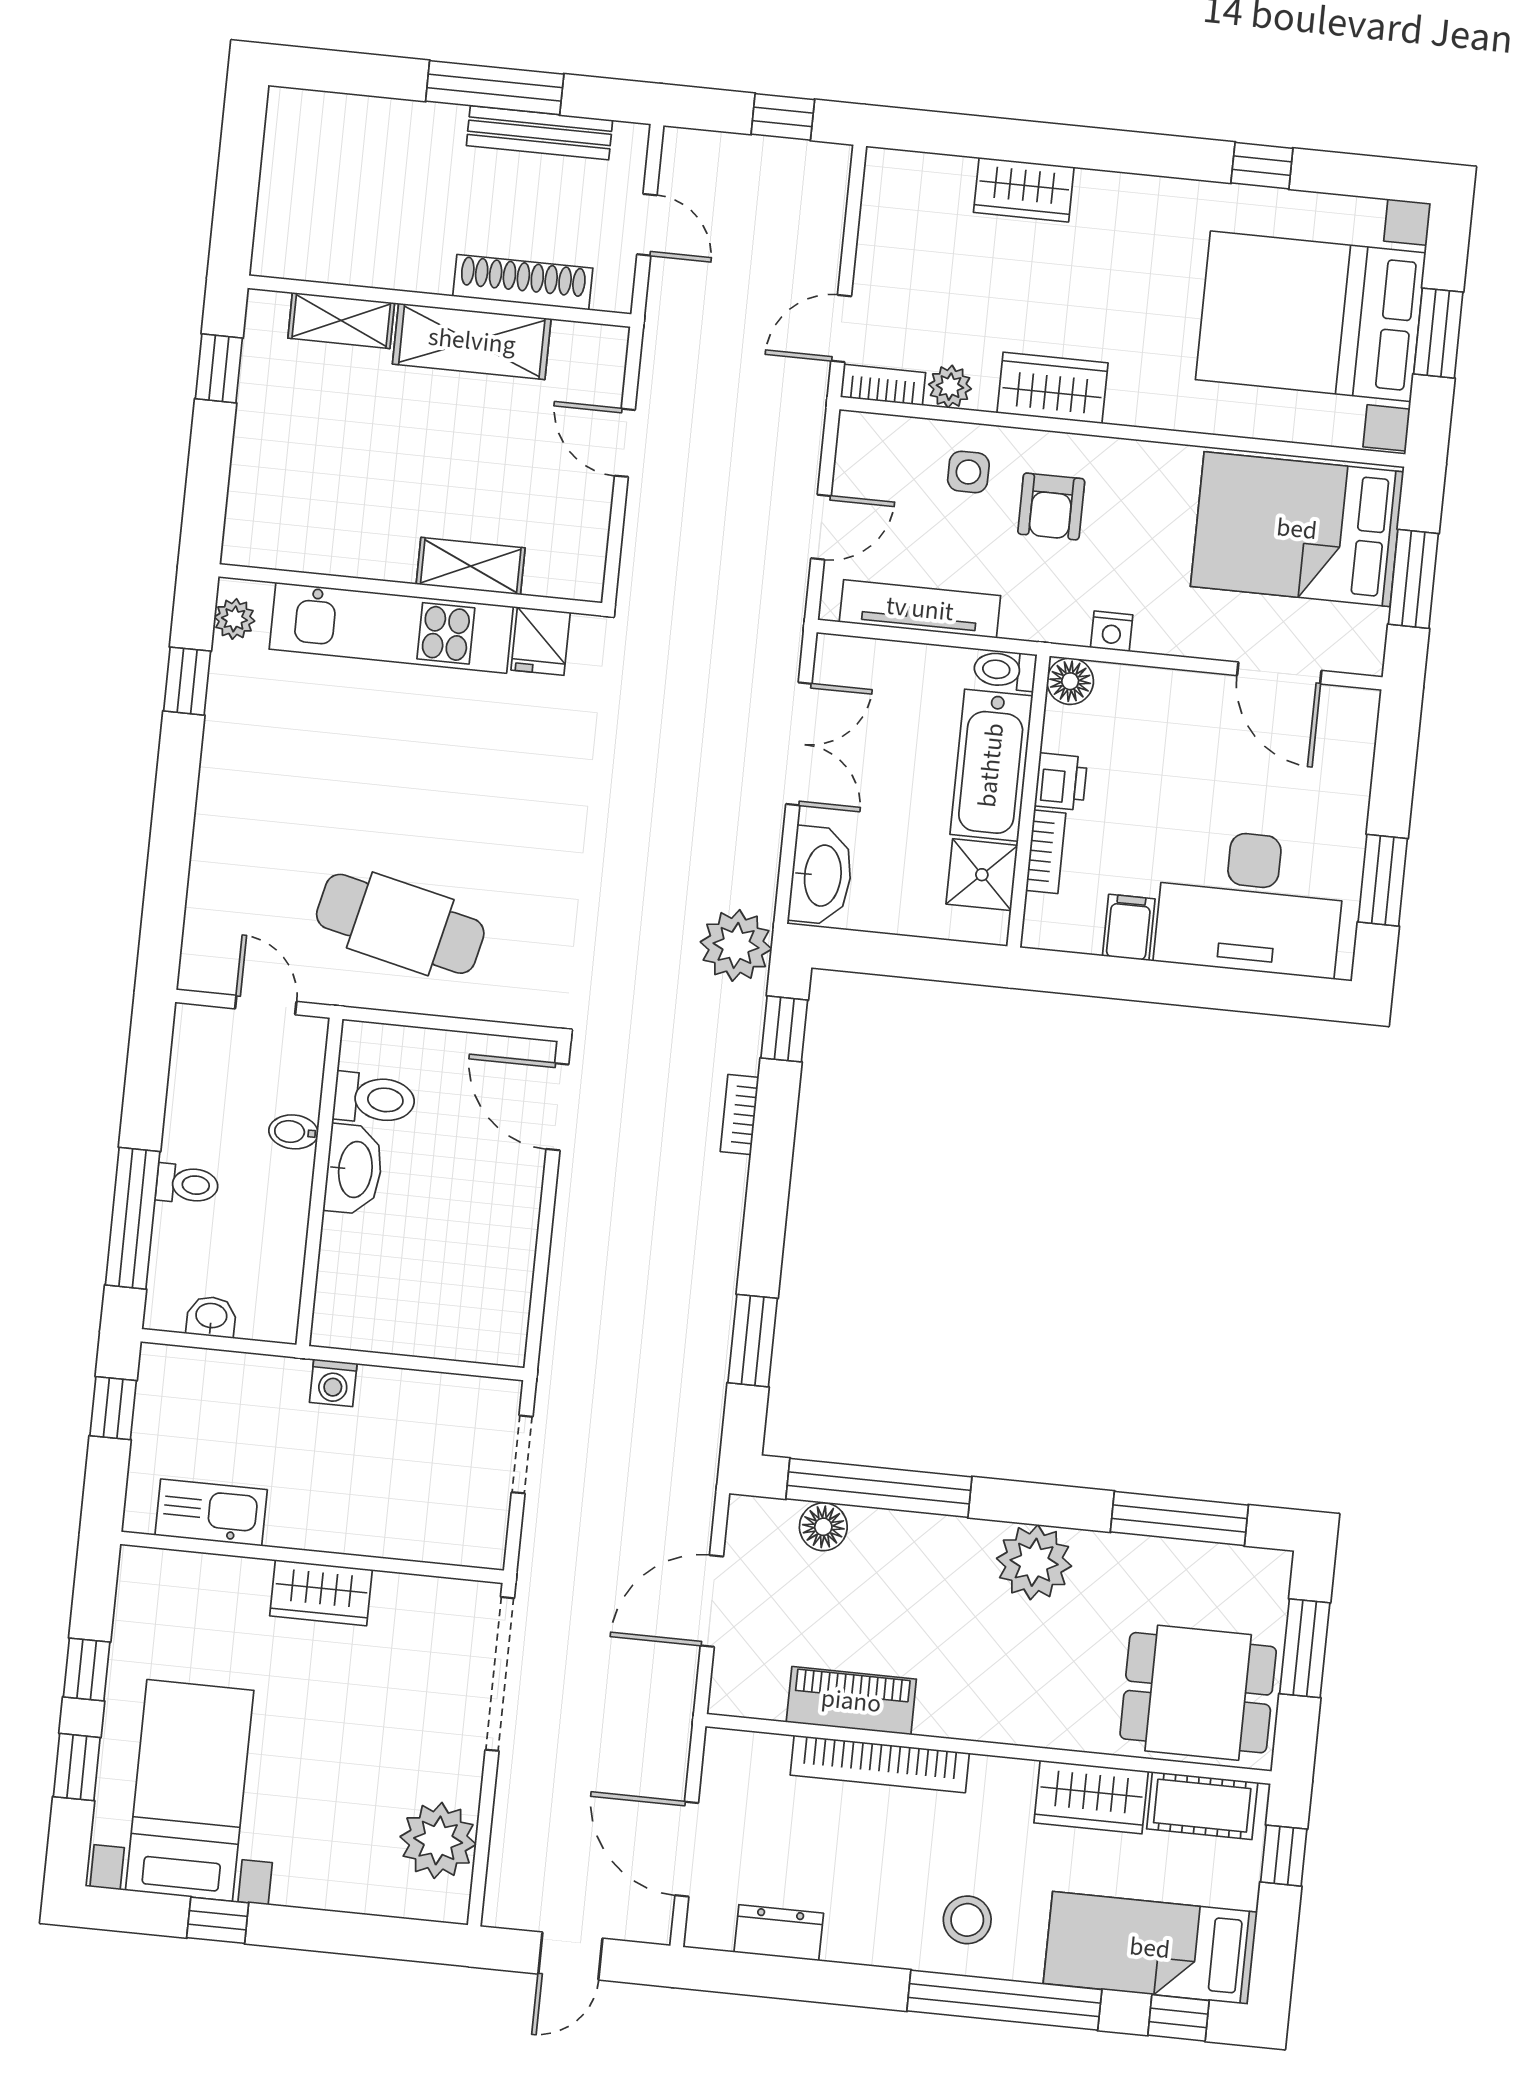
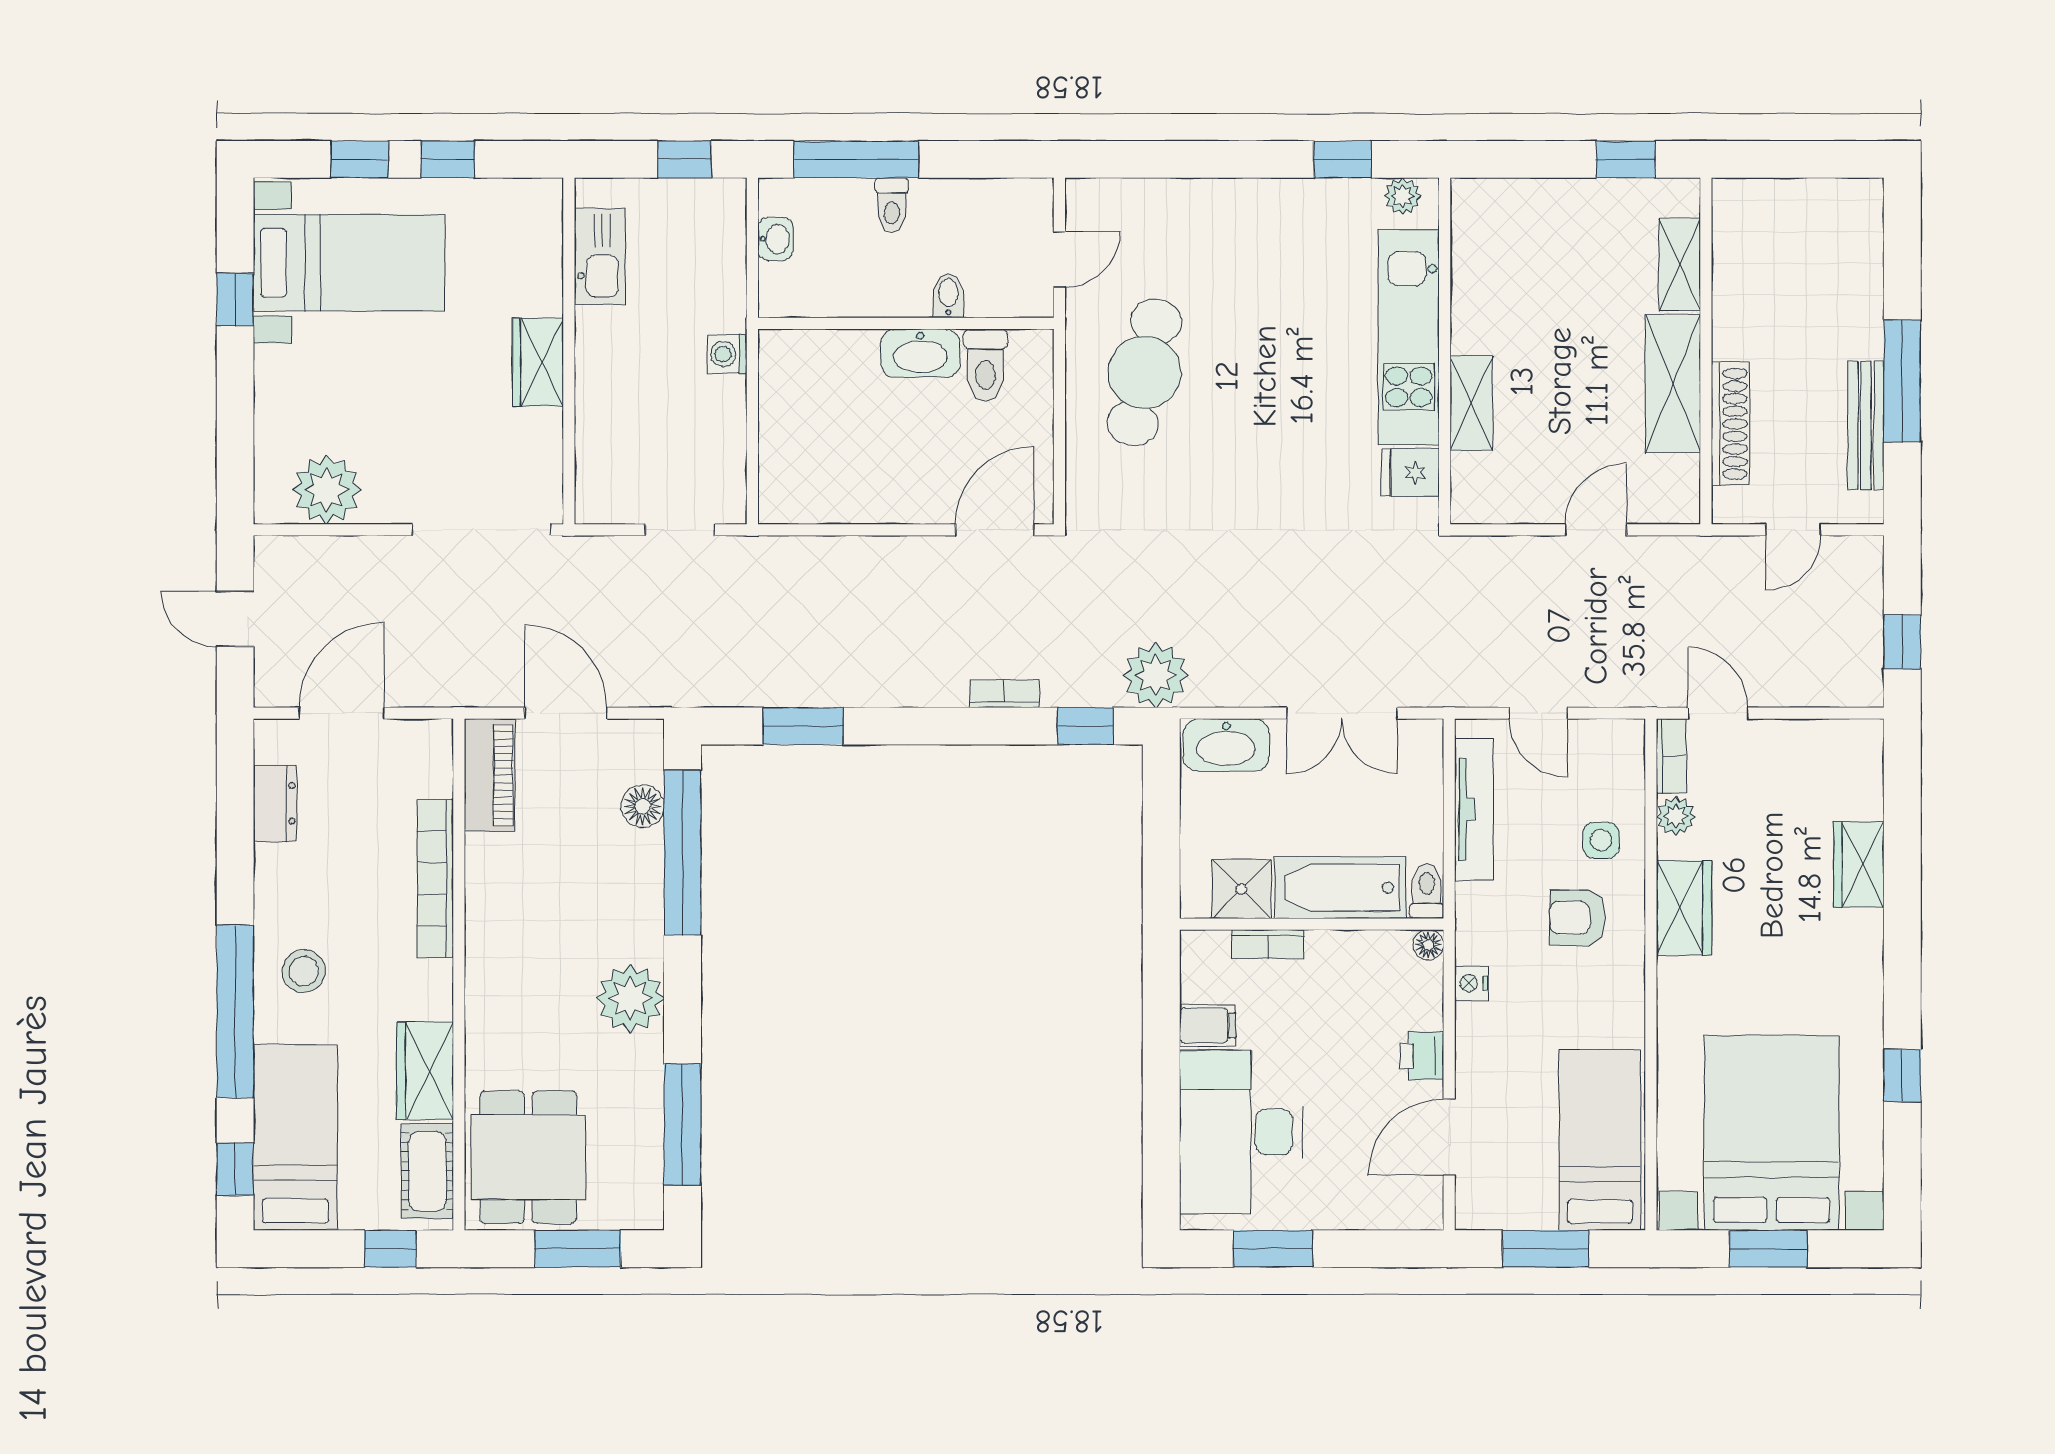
bed: (1297, 529) -> (1600, 1140), width x0.67
floor lamp: (1070, 681) -> (1428, 945), width x0.73, depth x0.73
printer: (1061, 782) -> (1422, 1056), moved, turned 90
piano: (851, 1701) -> (490, 775), moved

